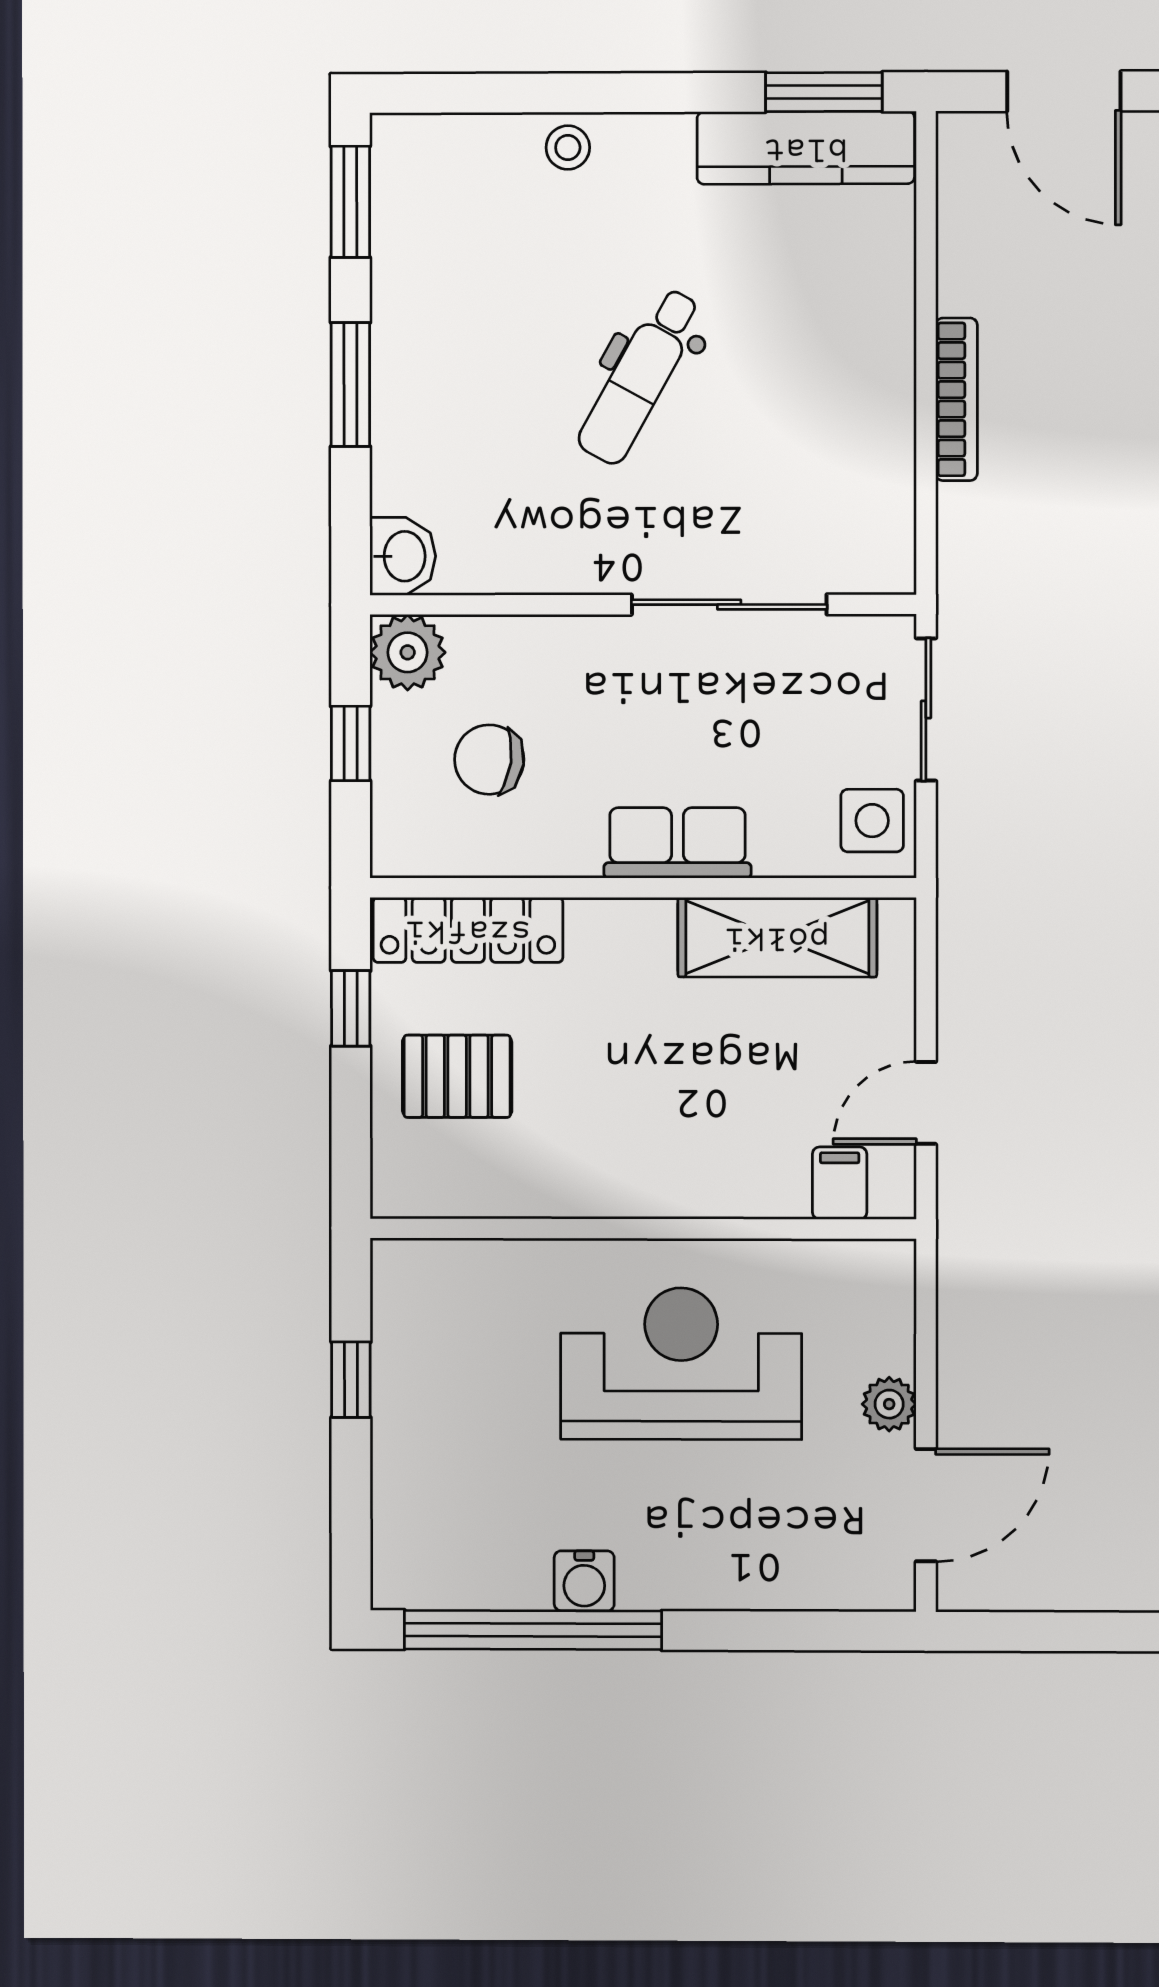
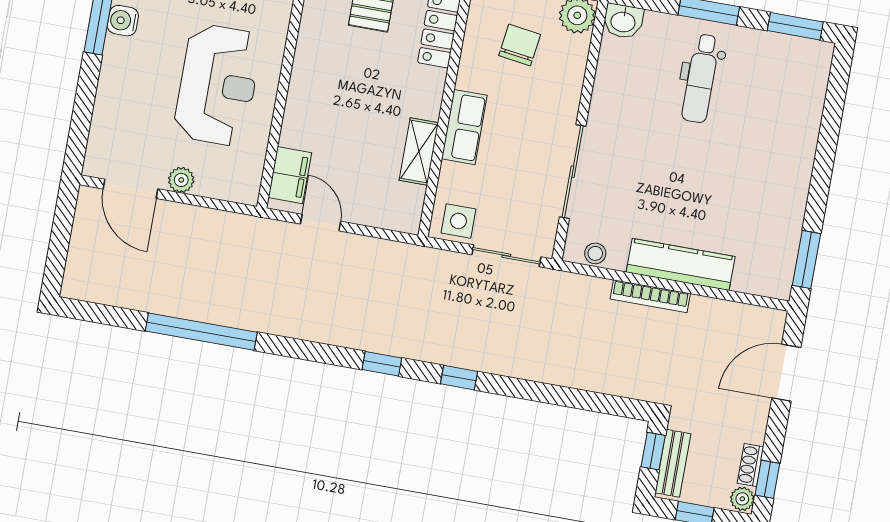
stool: (568, 148) -> (595, 253), moved
kitchen counter: (806, 148) -> (681, 264), moved, turned 90
dental chair: (640, 376) -> (701, 78), moved, turned -119
shelving: (777, 937) -> (419, 152), width x0.67, depth x0.75
filing cabinet: (840, 1183) -> (290, 175), width x2.00

